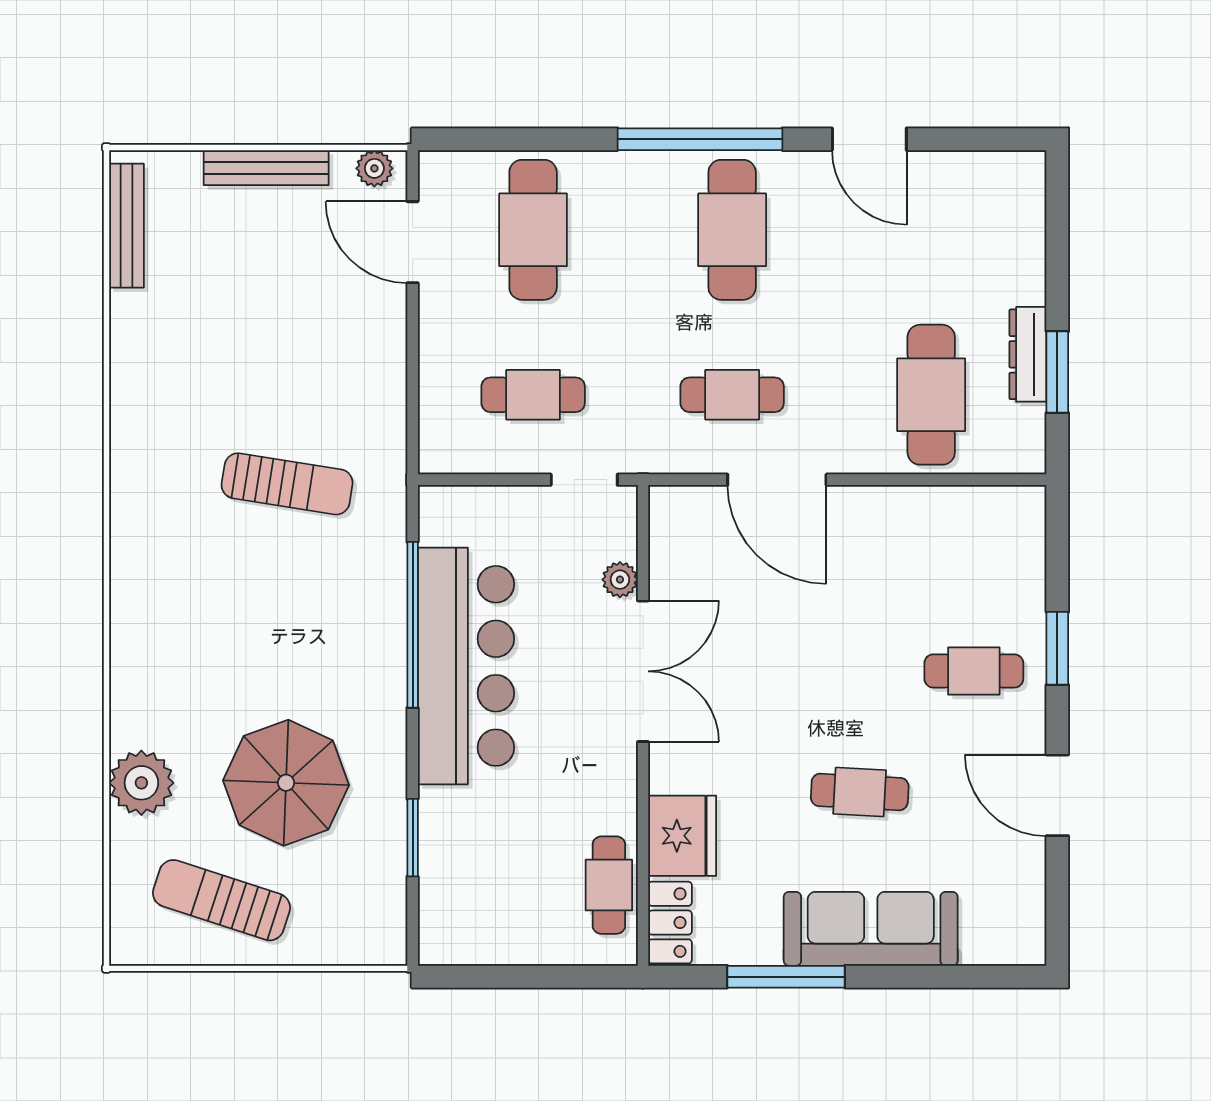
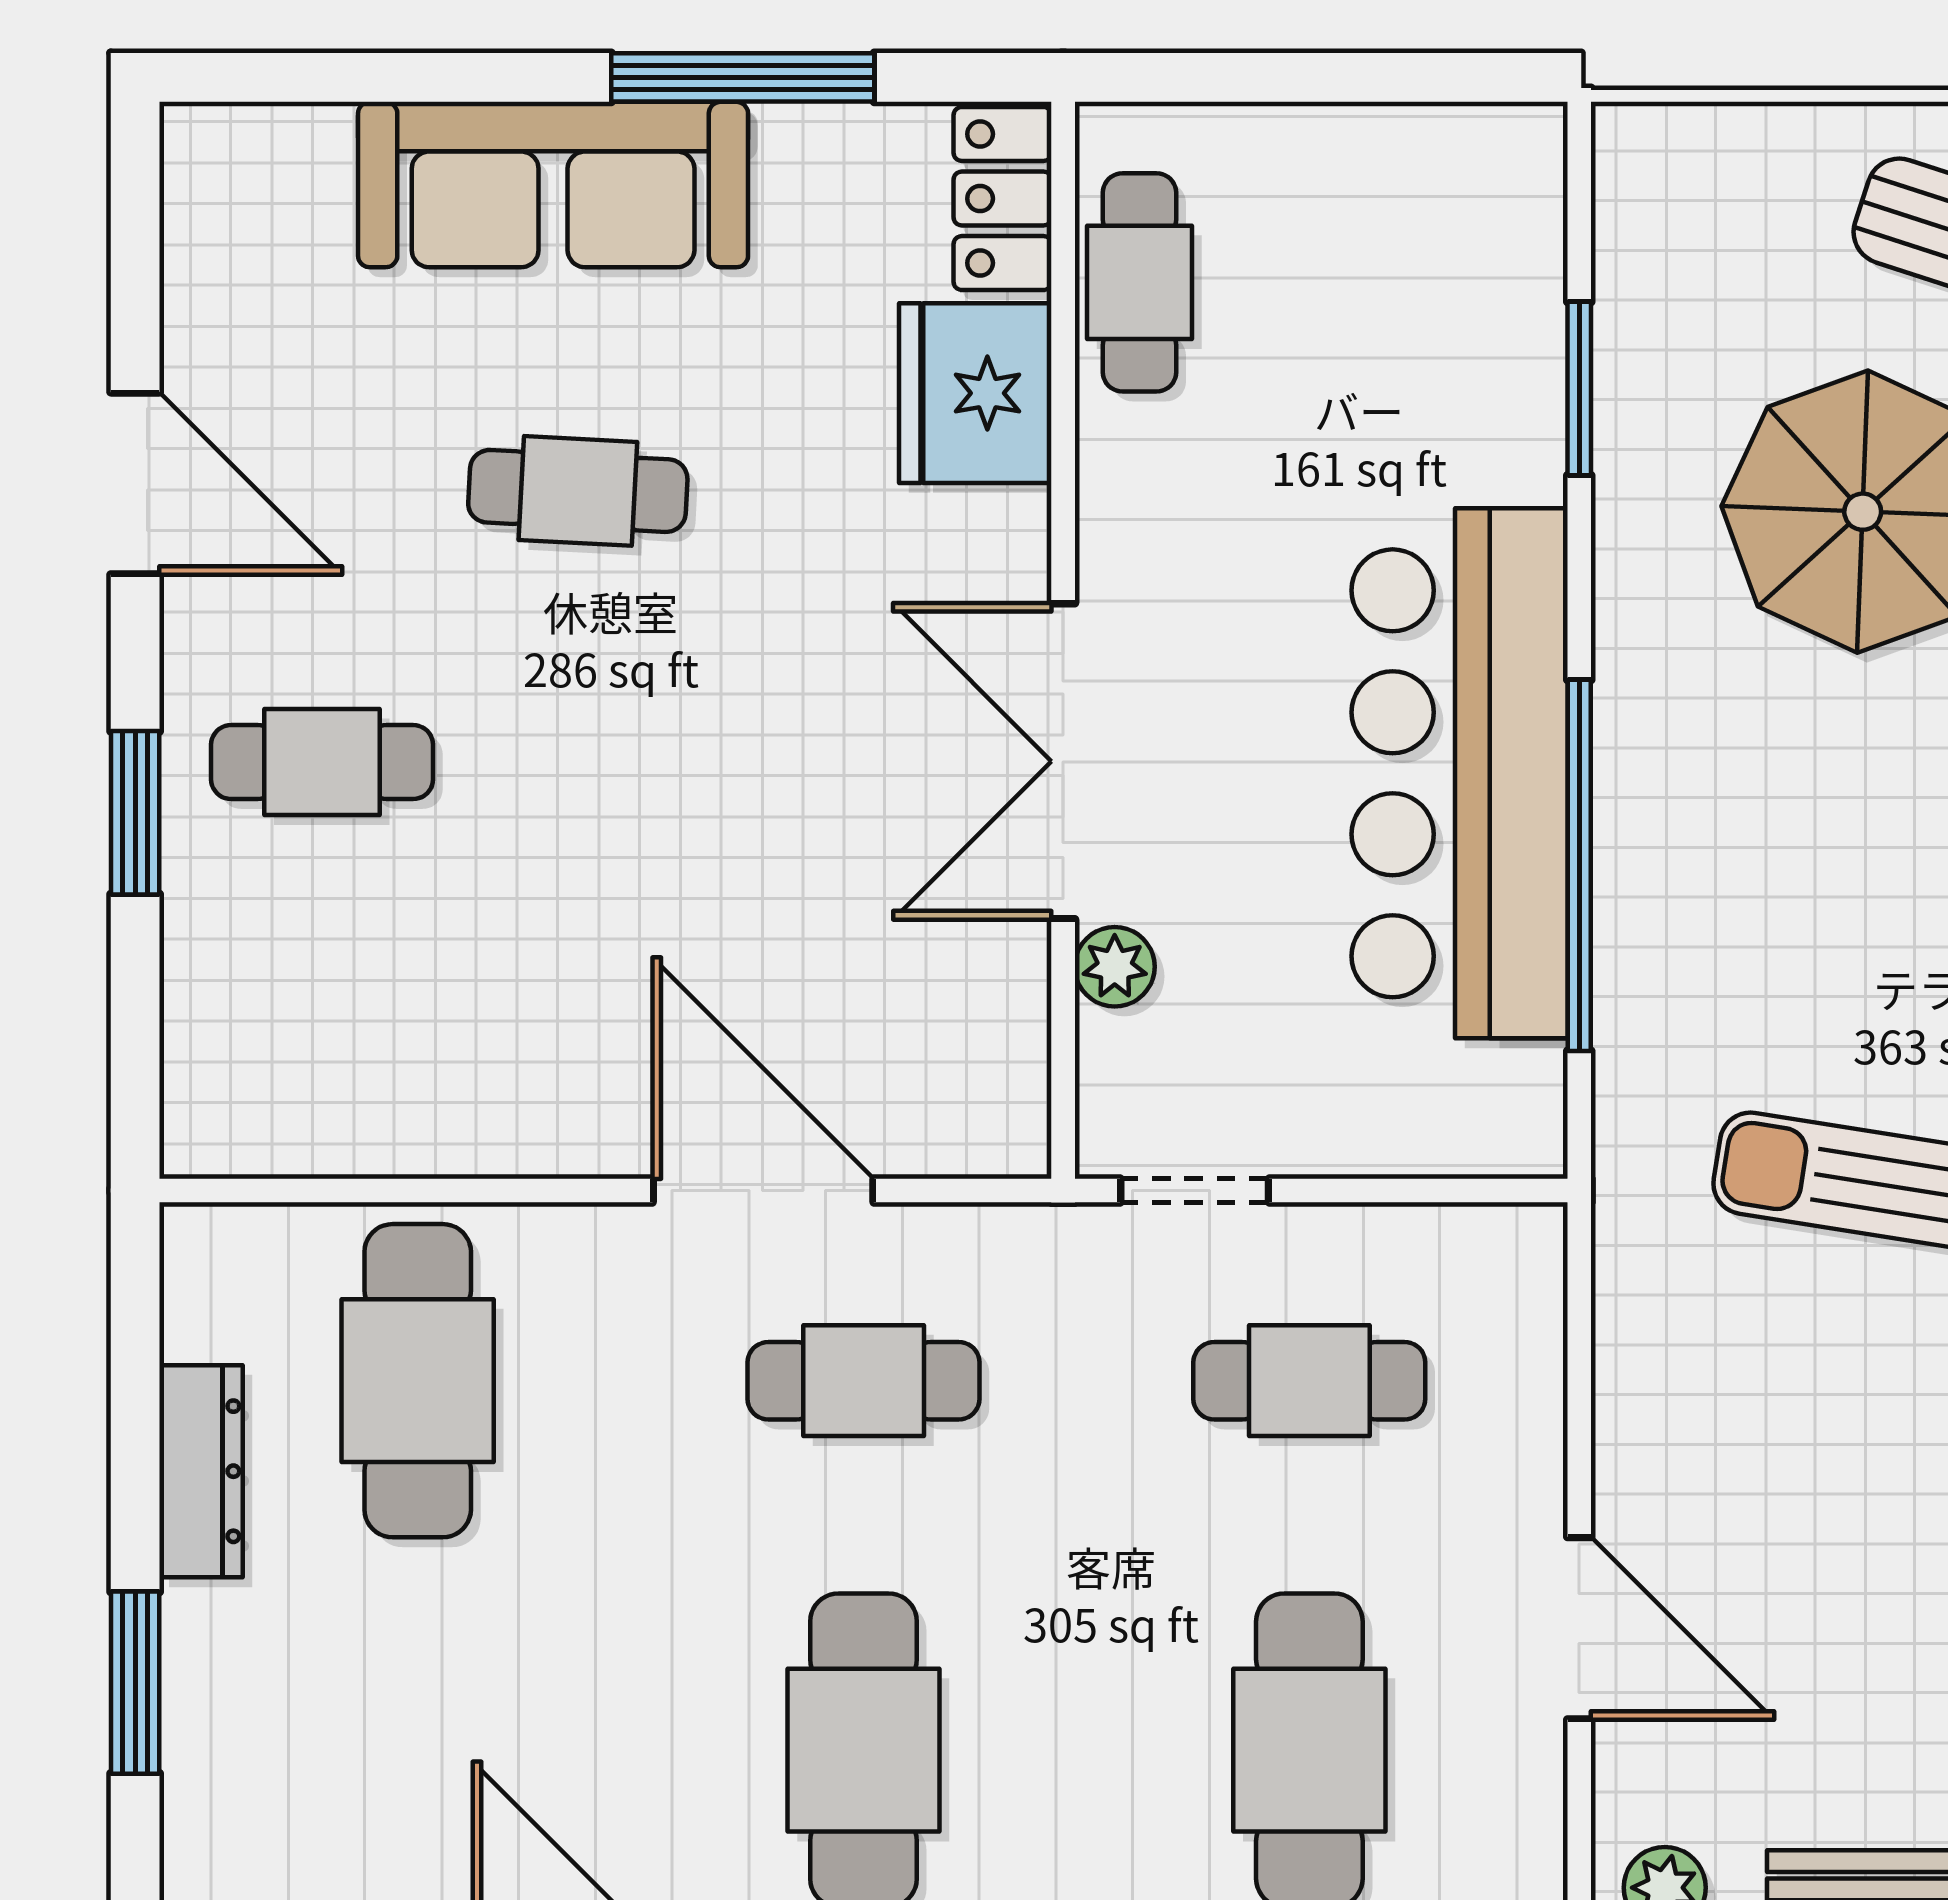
door: (413, 242) -> (1579, 1628), moved
window: (1057, 372) -> (135, 1683), moved

